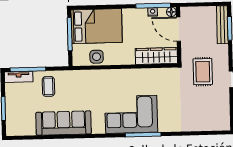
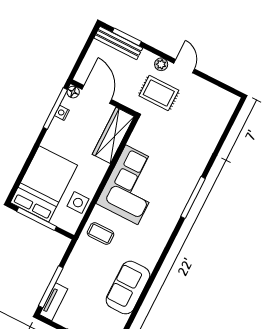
door: (178, 29) -> (97, 94), swing flipped
plant: (224, 63) -> (161, 64), added
coffee table: (48, 86) -> (101, 234), moved
corner sofa: (131, 114) -> (132, 185), moved, turned 180
sofa: (64, 123) -> (128, 288), width x0.73

